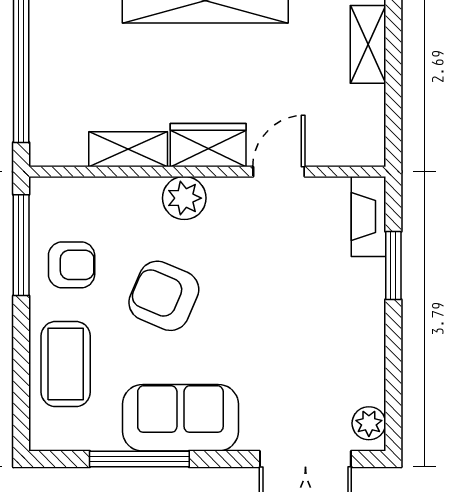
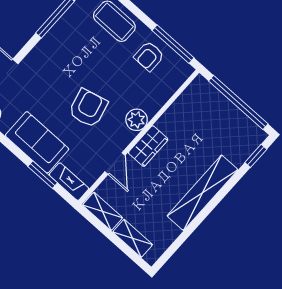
shelving: (128, 149) -> (103, 211), moved, turned 90
armchair: (164, 296) -> (88, 108), moved, turned -37
sofa: (180, 418) -> (37, 142), moved, turned -90

